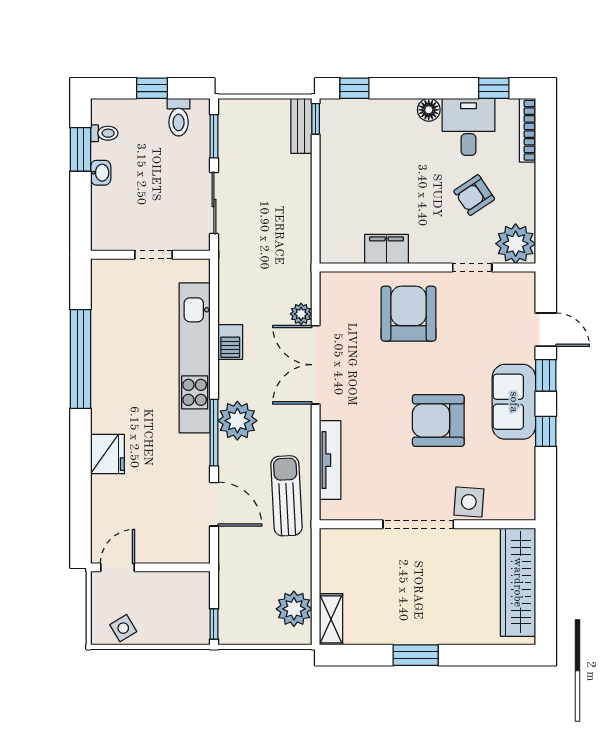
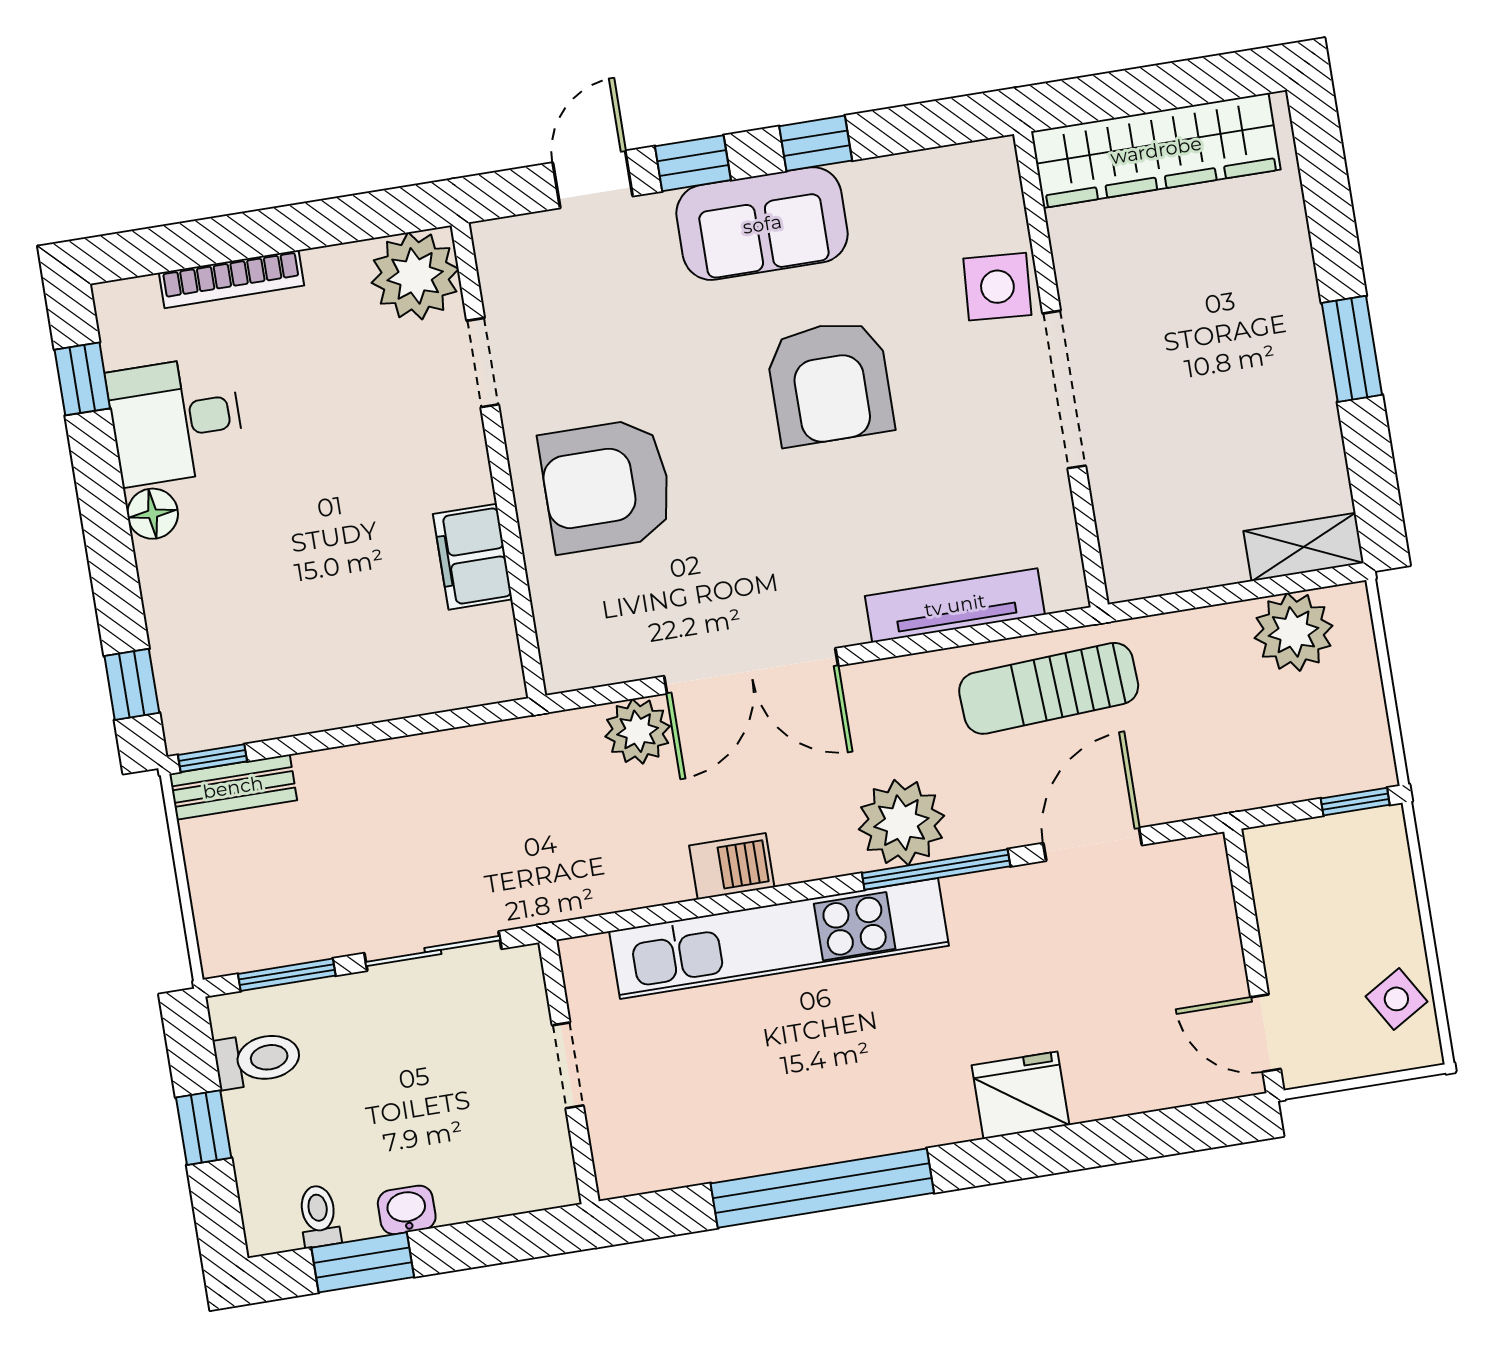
bookcase: (527, 130) -> (231, 279), moved
armchair: (474, 195) -> (323, 384), removed
plant: (301, 314) -> (638, 731), width x1.38, depth x1.38

